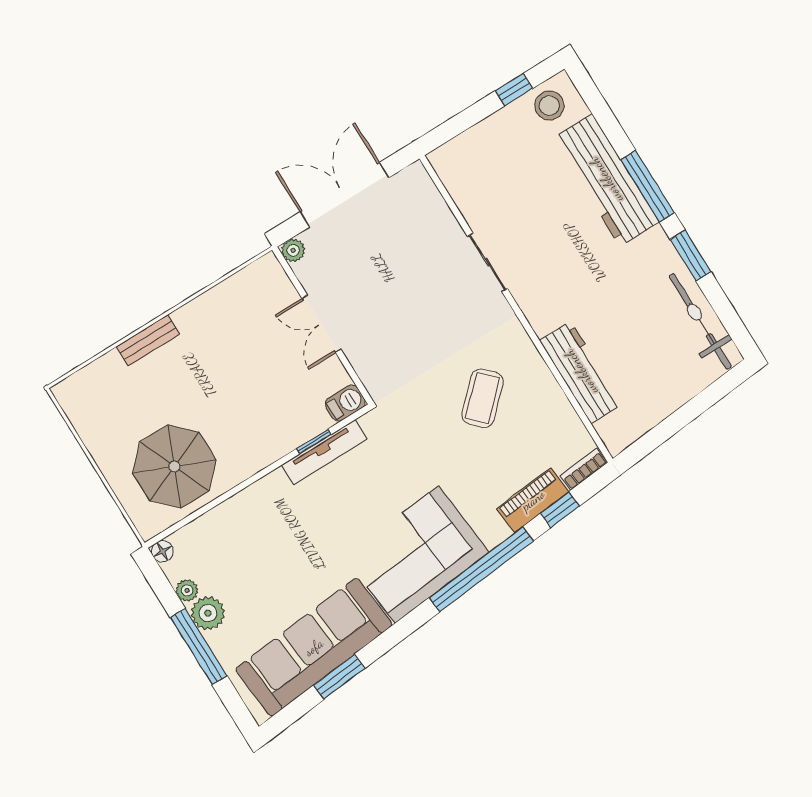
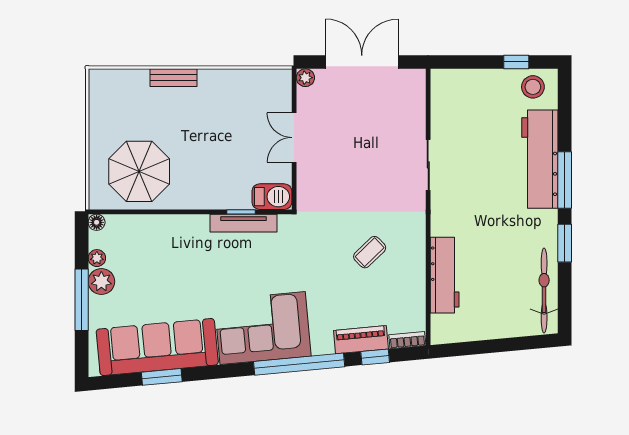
coffee table: (483, 398) -> (370, 252), width x0.73, depth x0.77
barbecue: (345, 403) -> (272, 197), width x1.38, depth x1.27

